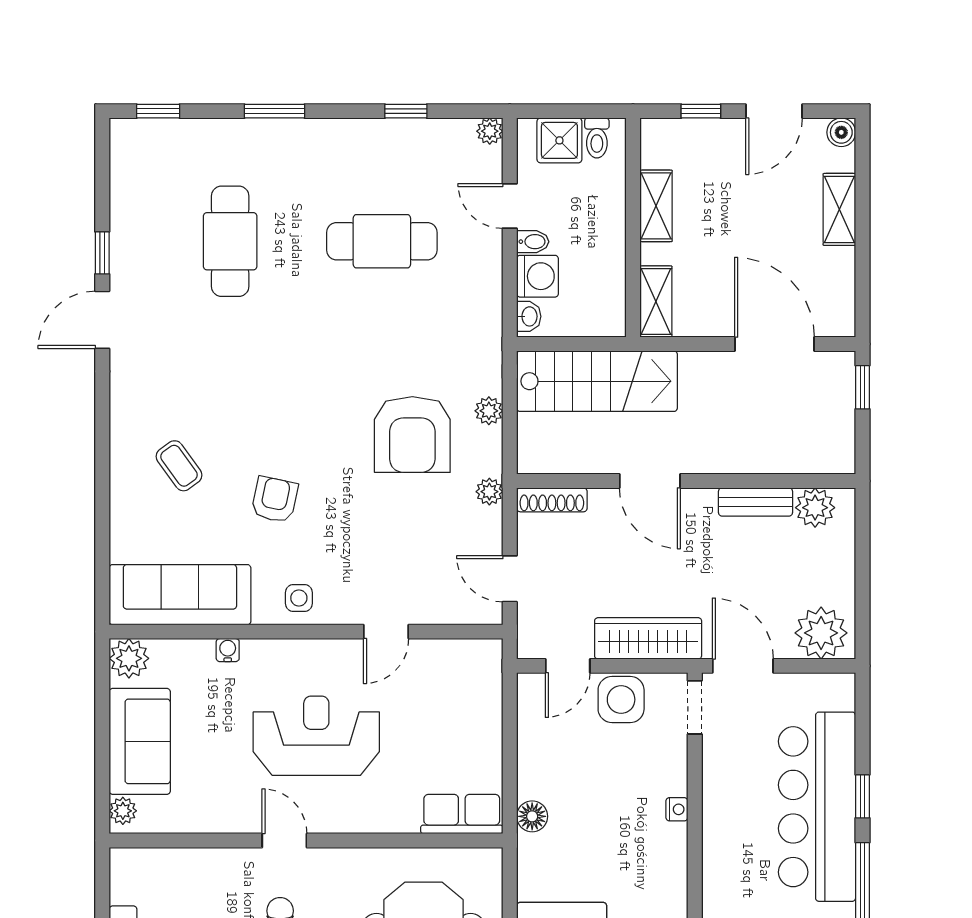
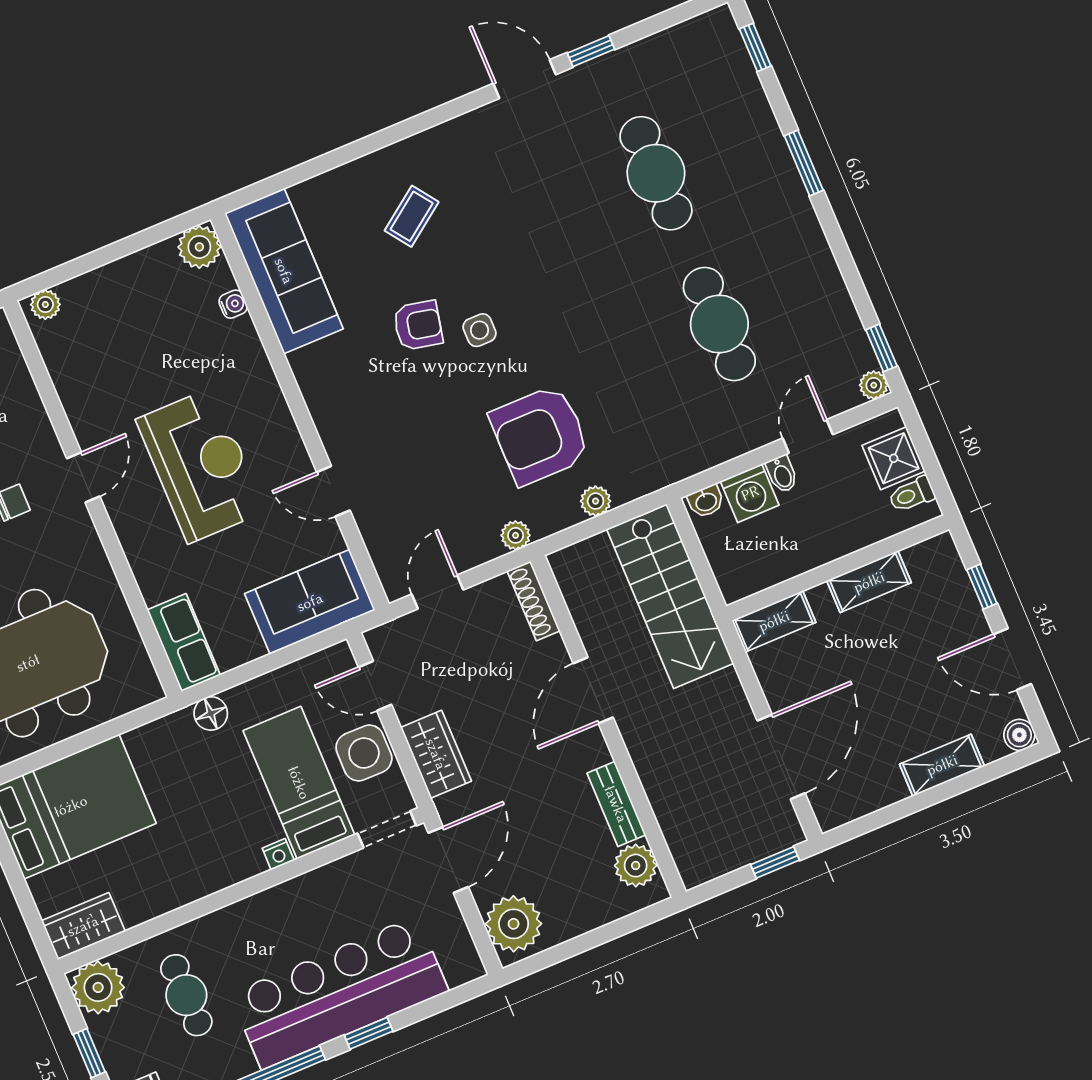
window: (406, 111) -> (881, 348), moved
cafe table: (230, 241) -> (656, 173), turned 90
side table: (299, 598) -> (480, 330), moved
wardrobe: (648, 638) -> (436, 754), width x0.67
water cooler: (228, 650) -> (233, 304), moved
sofa: (140, 741) -> (310, 602), moved, turned 180
bed: (623, 766) -> (299, 783), added

